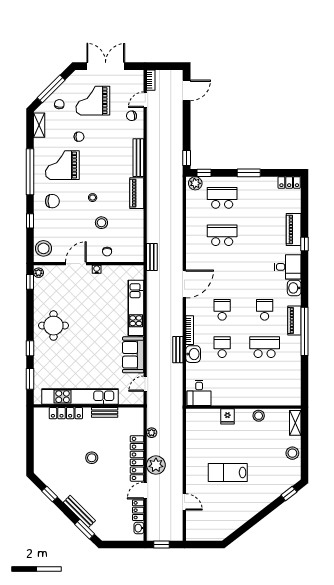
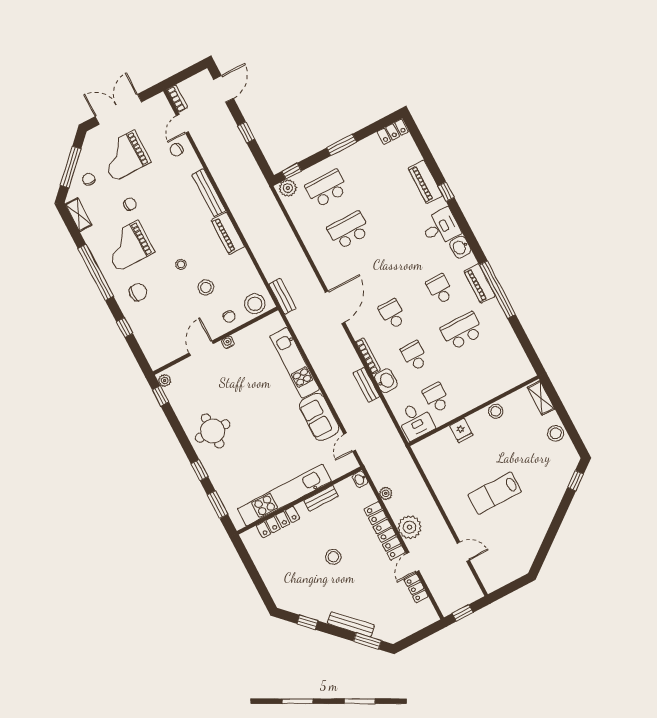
window: (187, 158) -> (246, 132), moved
stool: (43, 248) -> (255, 304), moved
school desk: (222, 384) -> (436, 398), added
washbasin: (139, 528) -> (360, 479), moved

